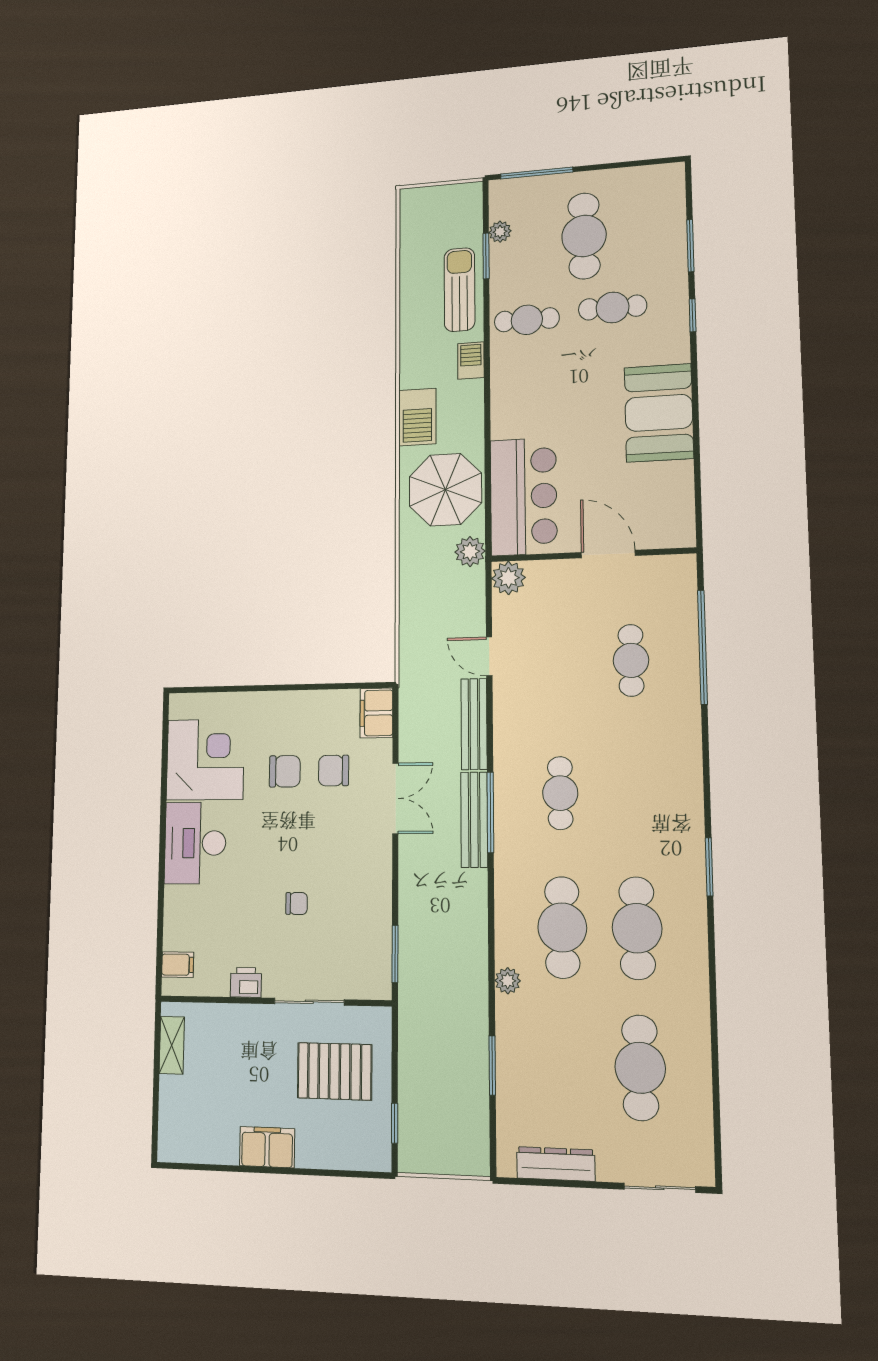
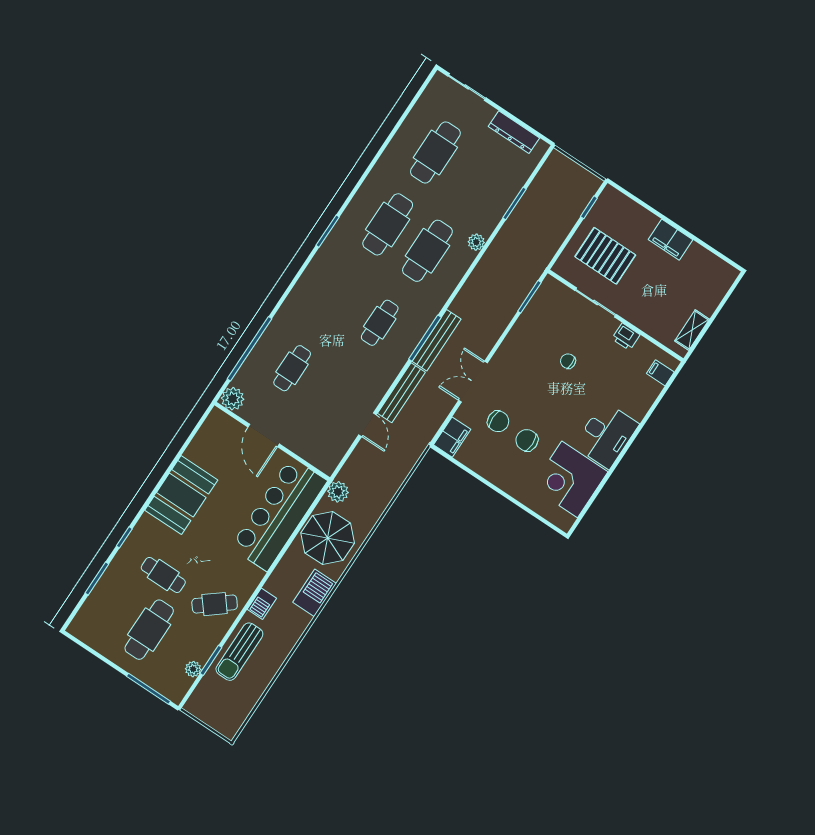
cafe table: (527, 320) -> (215, 604), turned -39
bar counter: (524, 496) -> (279, 514), width x1.36
plant: (508, 578) -> (233, 399), moved

